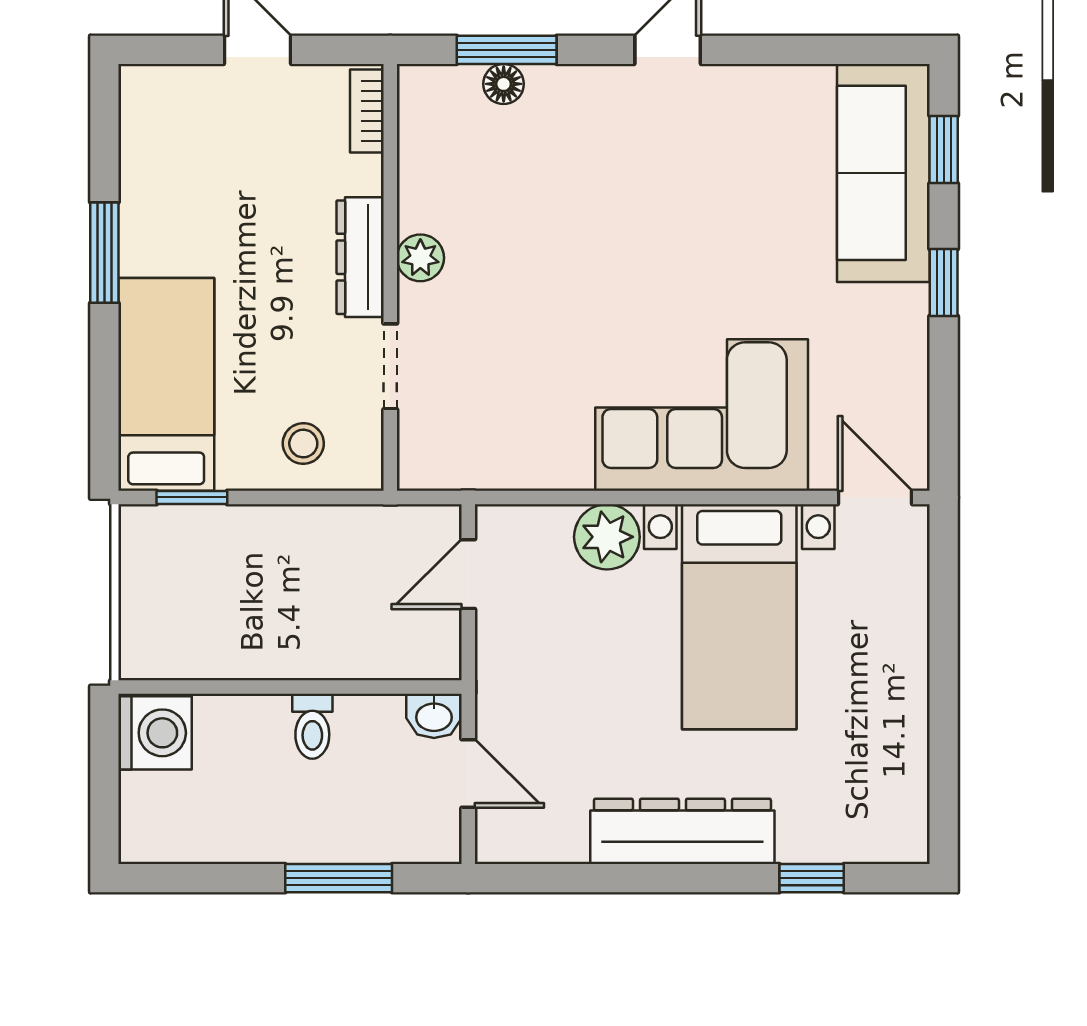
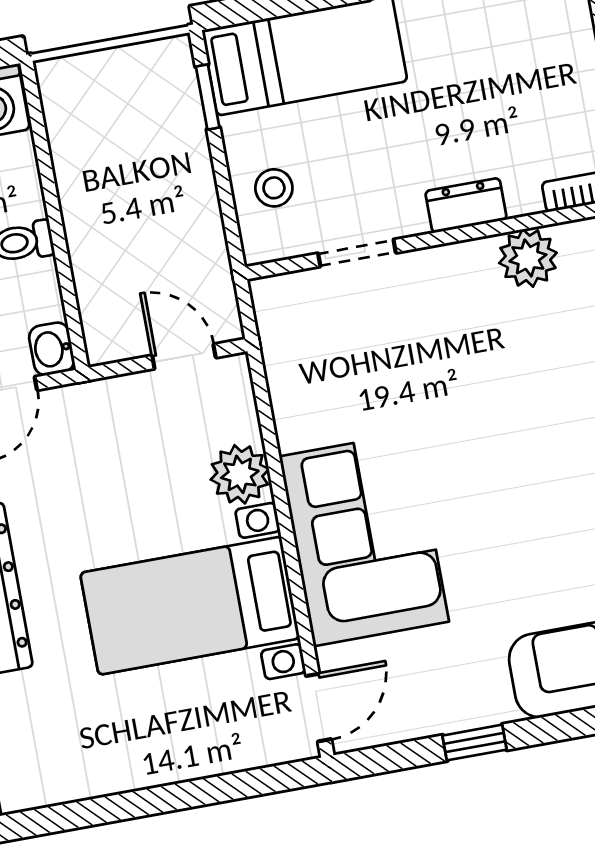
dresser: (360, 257) -> (466, 205), width x0.70
plant: (420, 258) -> (528, 258), moved, width x1.38, depth x1.38
window: (944, 283) -> (475, 743), moved

